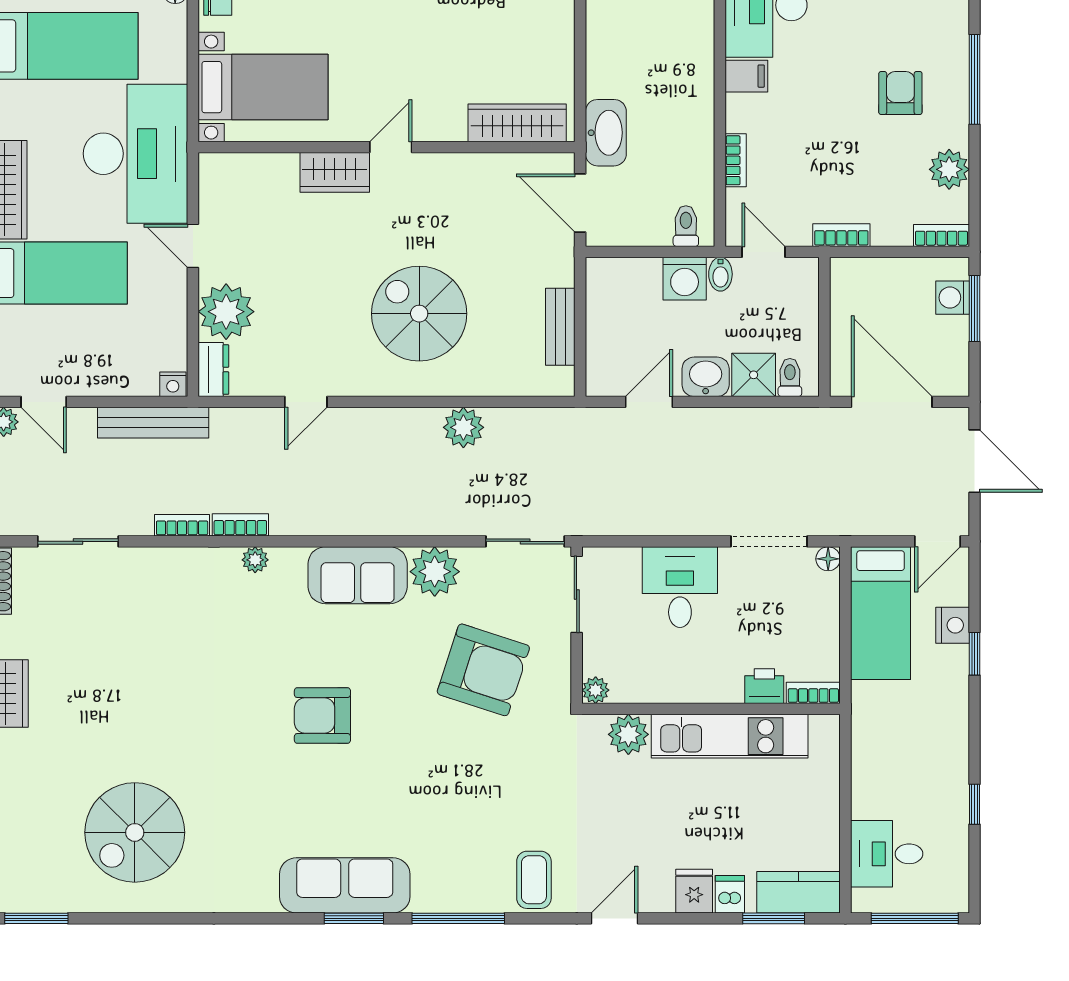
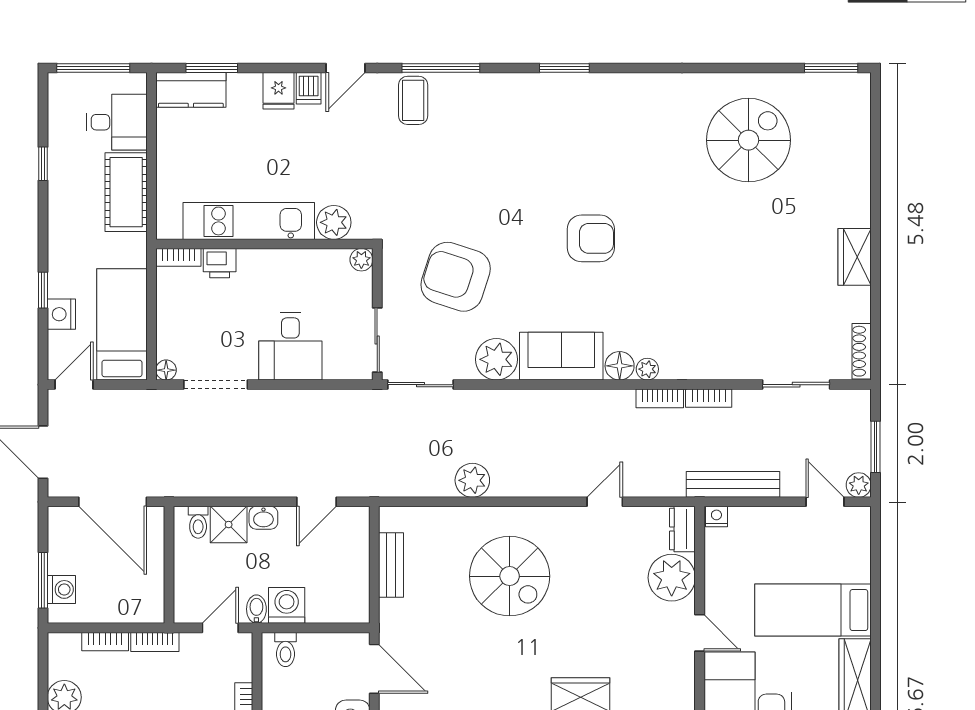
bookcase: (941, 235) -> (105, 642), moved
door: (764, 252) -> (220, 628), swing flipped
washbasin: (706, 377) -> (263, 518), width x0.72, depth x0.69
floor lamp: (288, 564) -> (620, 366), added
cot: (876, 771) -> (126, 192), added
sofa: (345, 885) -> (572, 96), removed
dishwasher: (730, 894) -> (309, 88), moved
window: (458, 918) -> (441, 68), moved

